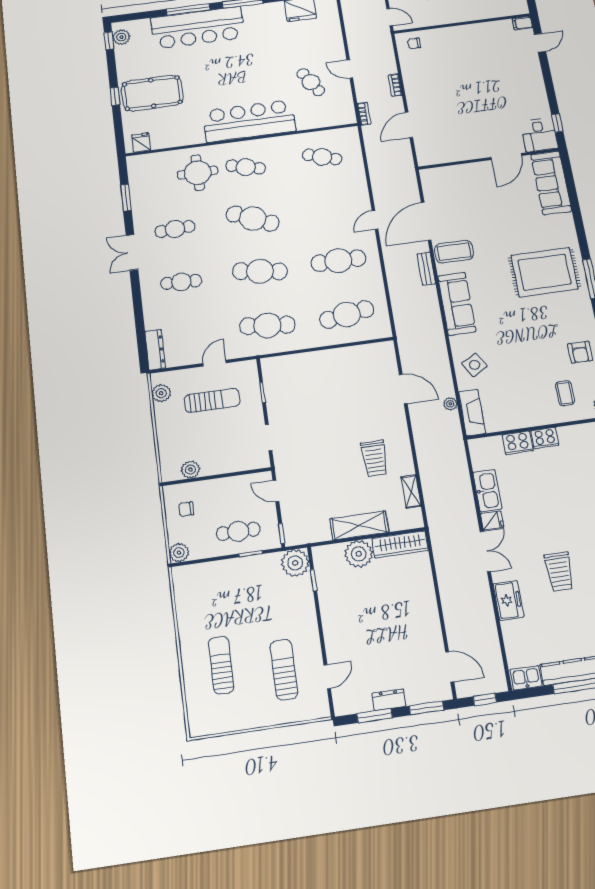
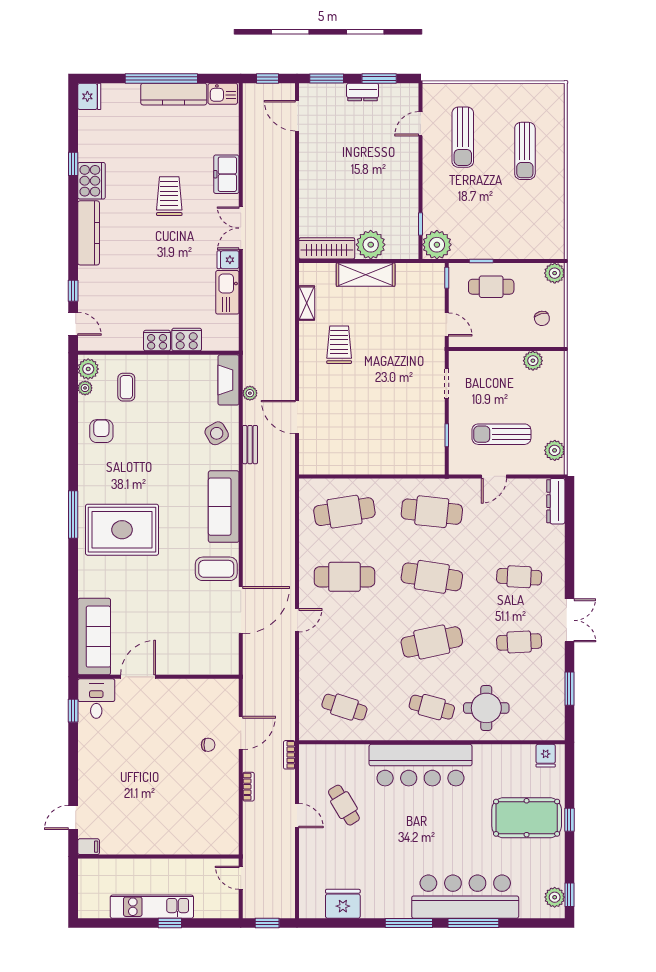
chair: (414, 43) -> (208, 745), moved
cafe table: (253, 219) -> (432, 642), turned -36
bench: (426, 269) -> (250, 445), moved
chair: (186, 509) -> (542, 318), turned 75

